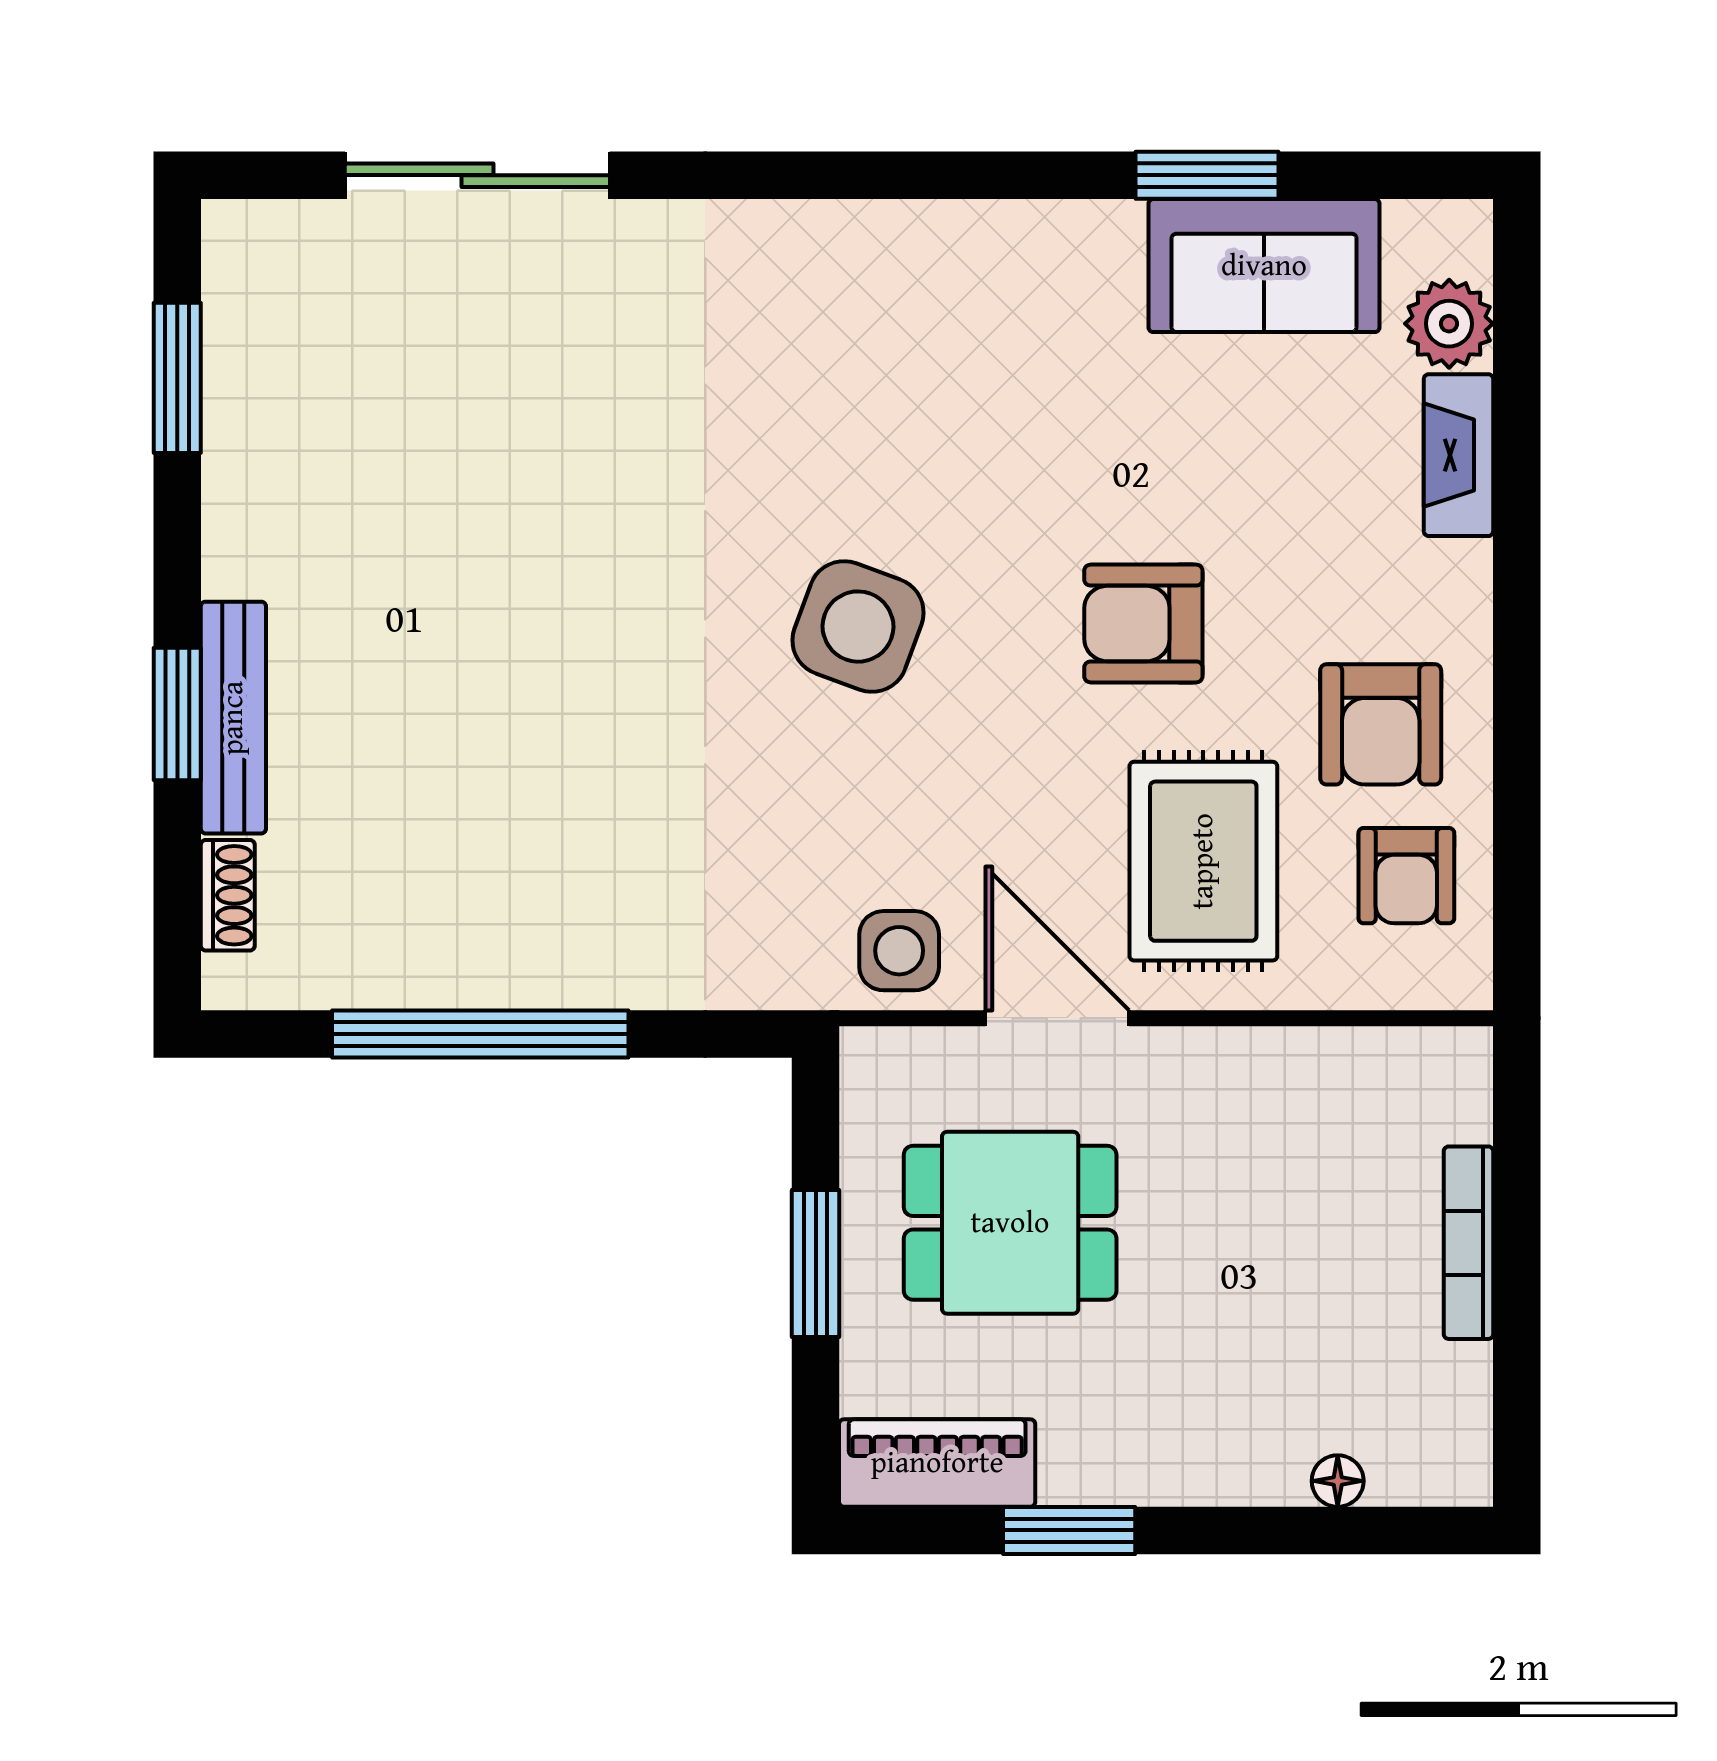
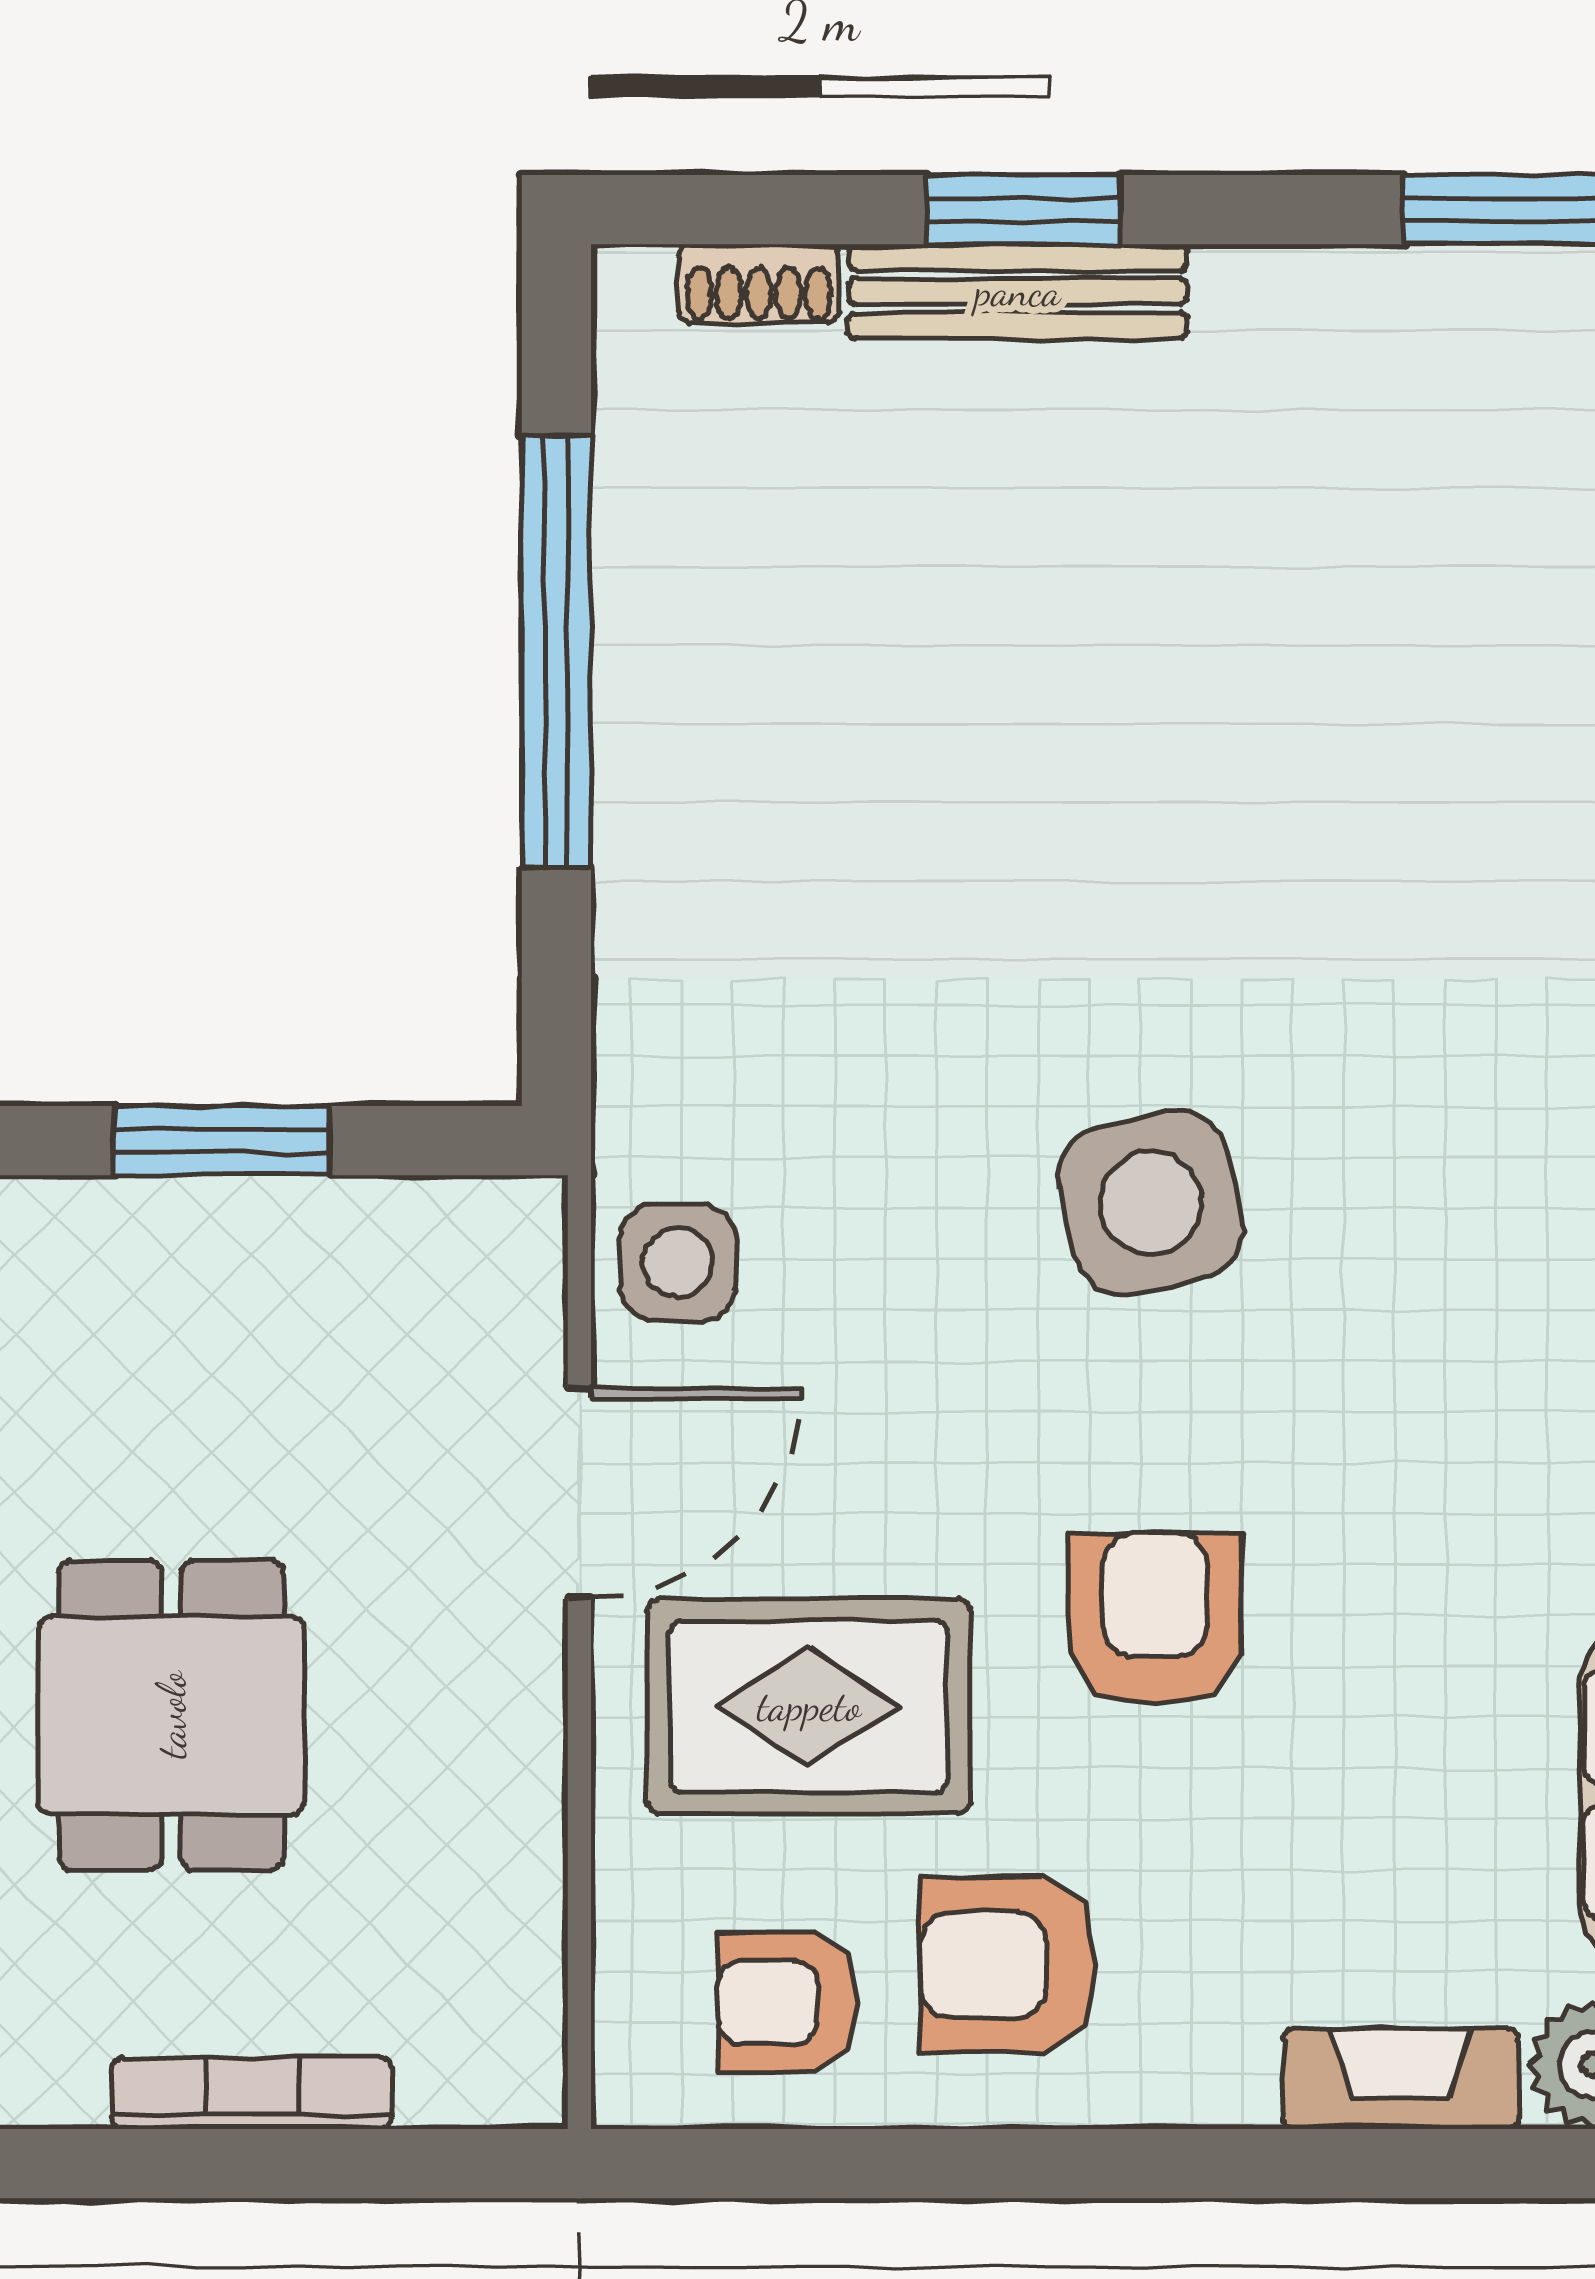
side table: (858, 627) -> (1151, 1203), turned -33
dining table: (1010, 1223) -> (171, 1715), moved

